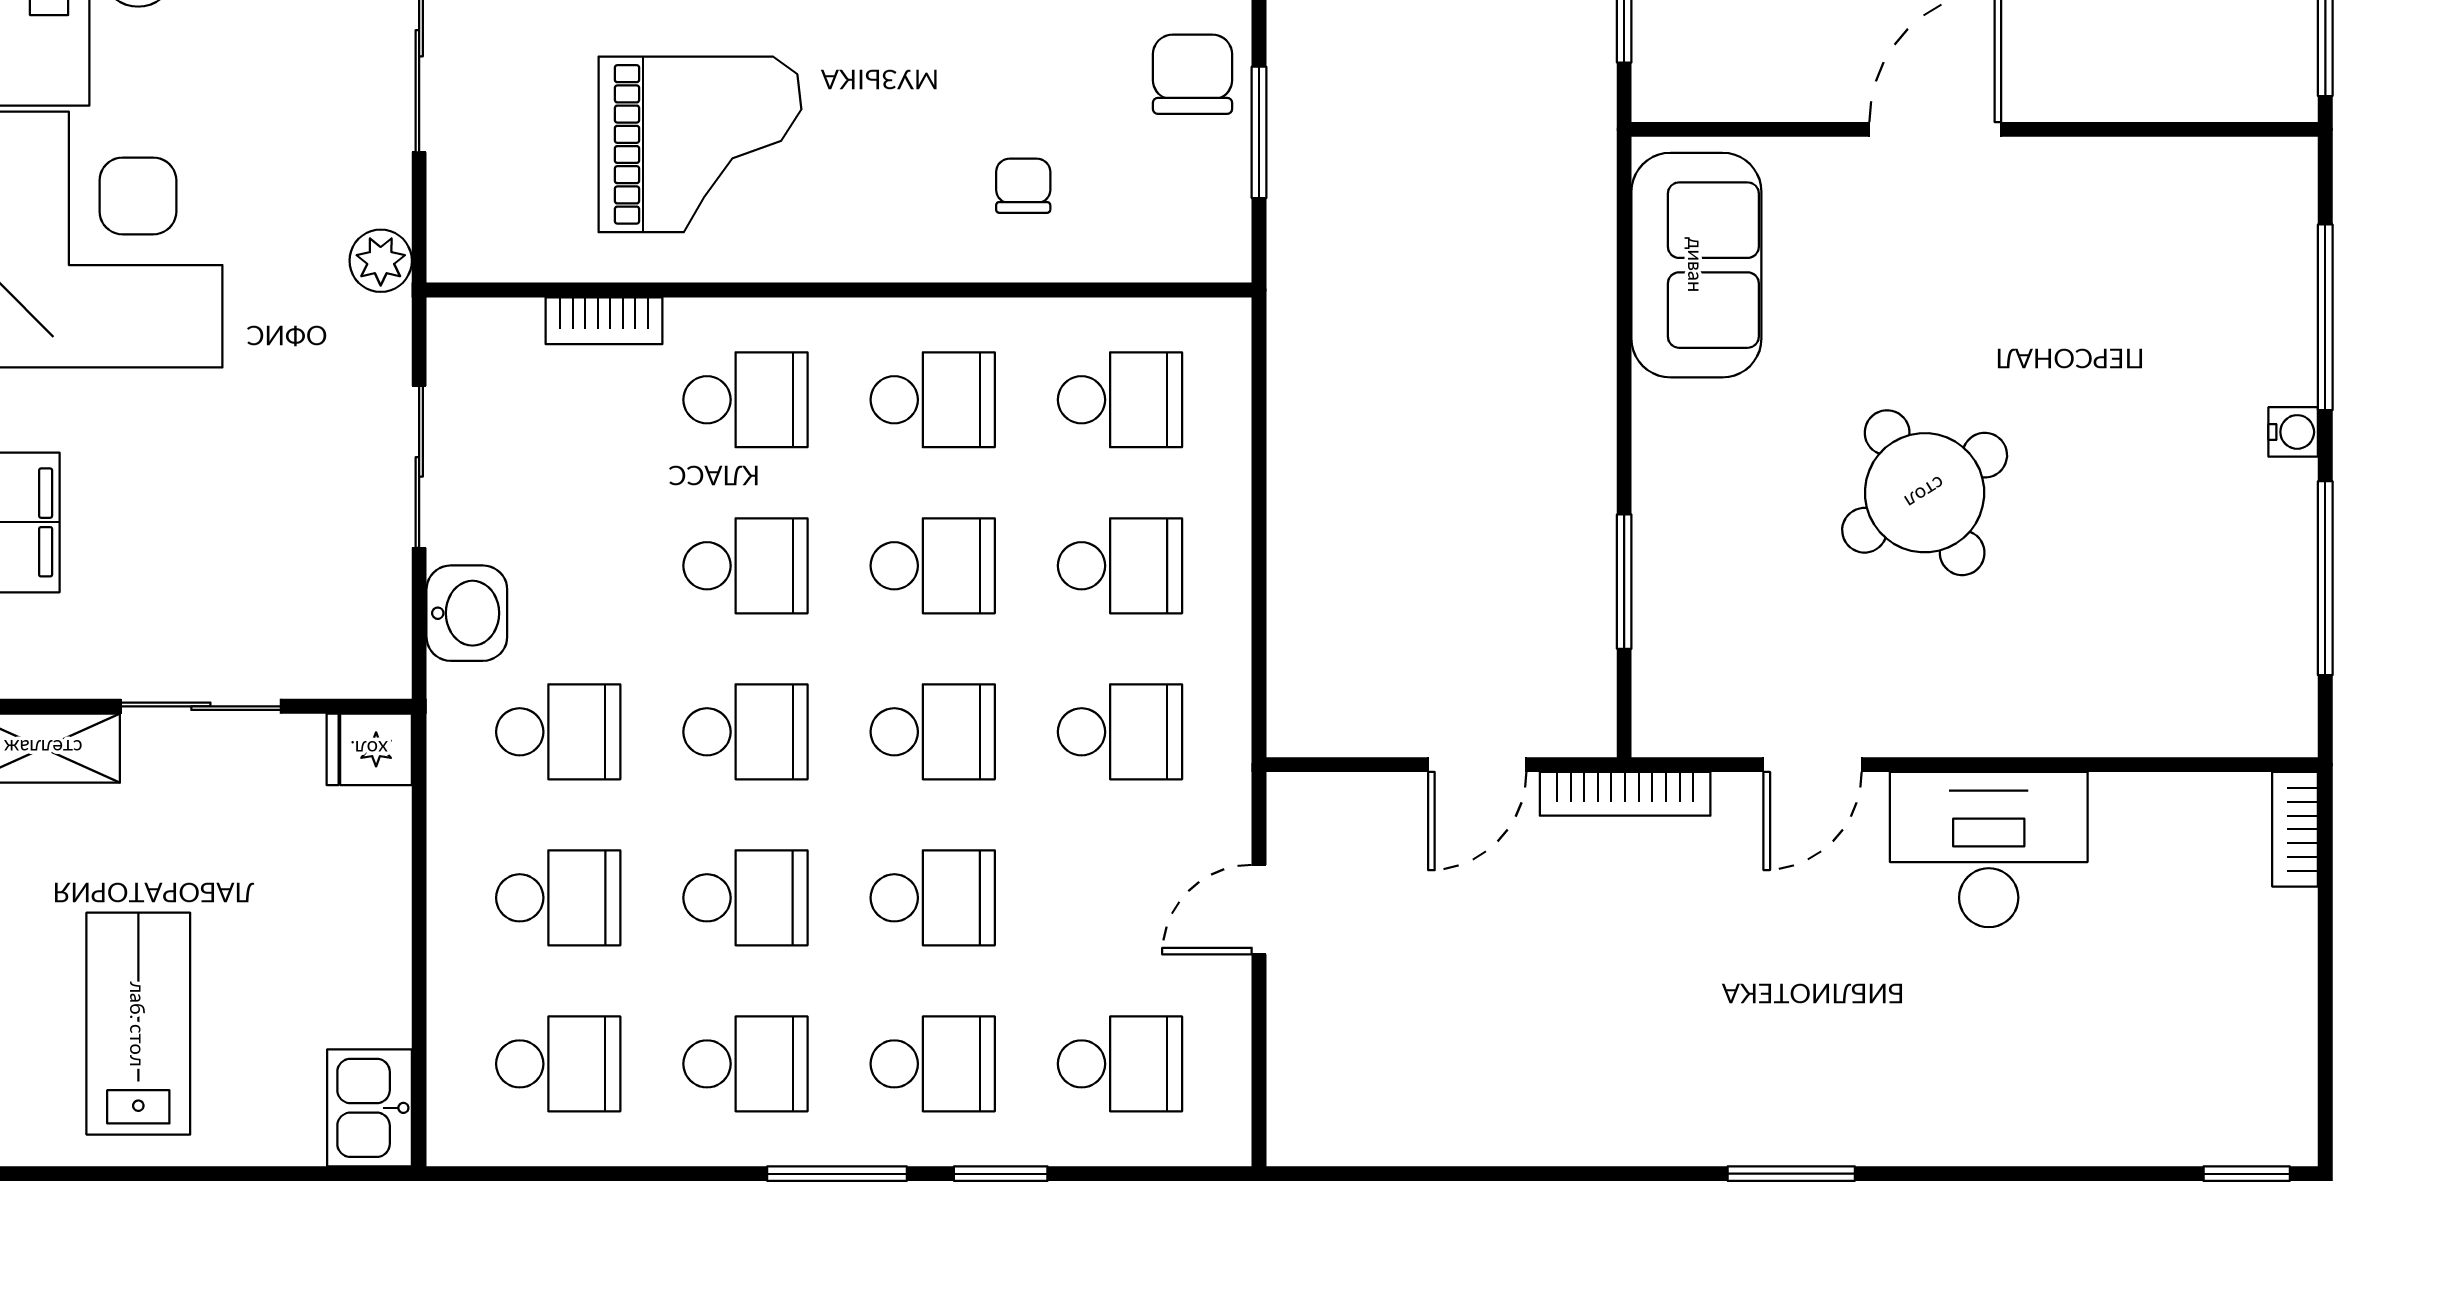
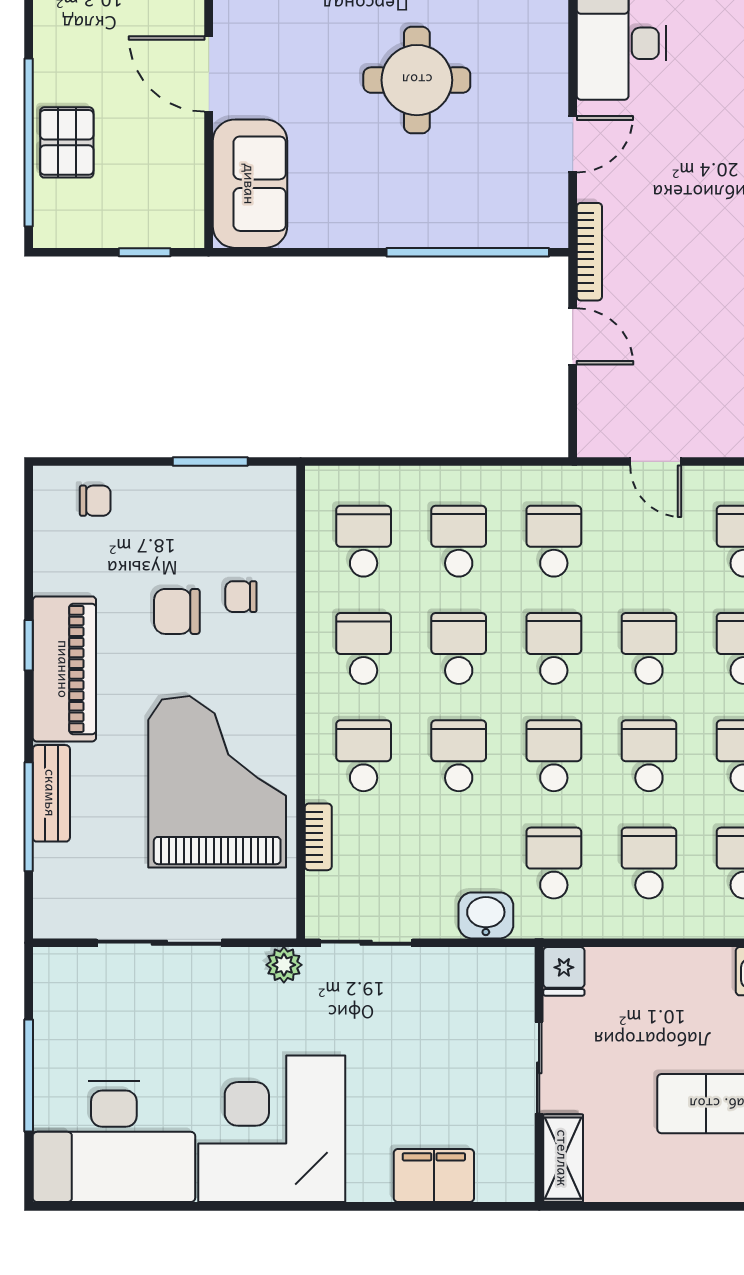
chair: (1193, 74) -> (177, 611), moved
grand piano: (700, 144) -> (217, 782), width x1.37, depth x1.48
sofa: (1696, 265) -> (250, 184), moved, turned 90
sliding door: (419, 467) -> (366, 943), moved
round table: (1925, 493) -> (417, 80), turned 32
window: (1624, 582) -> (468, 252), width x2.11
door: (1813, 765) -> (573, 144), hinge flipped

